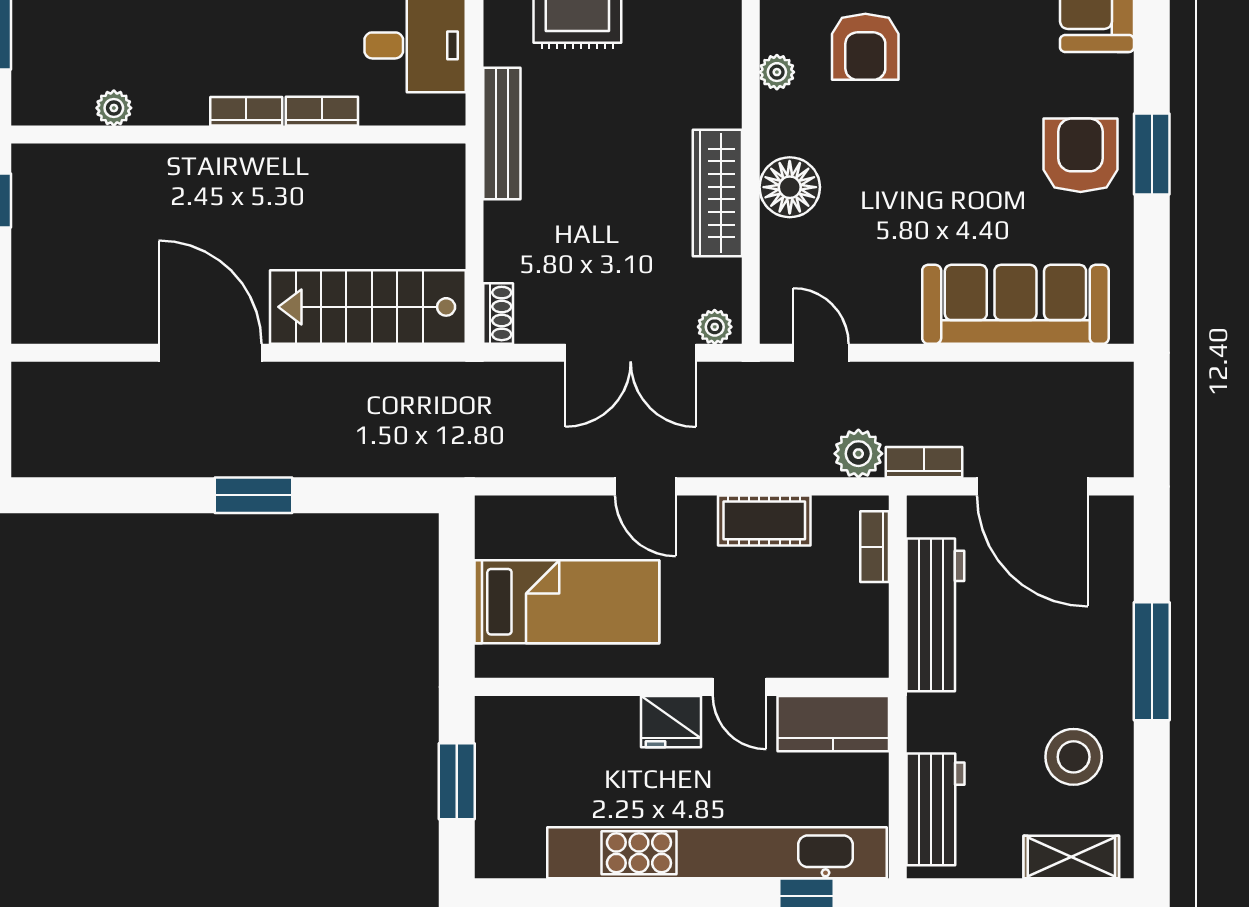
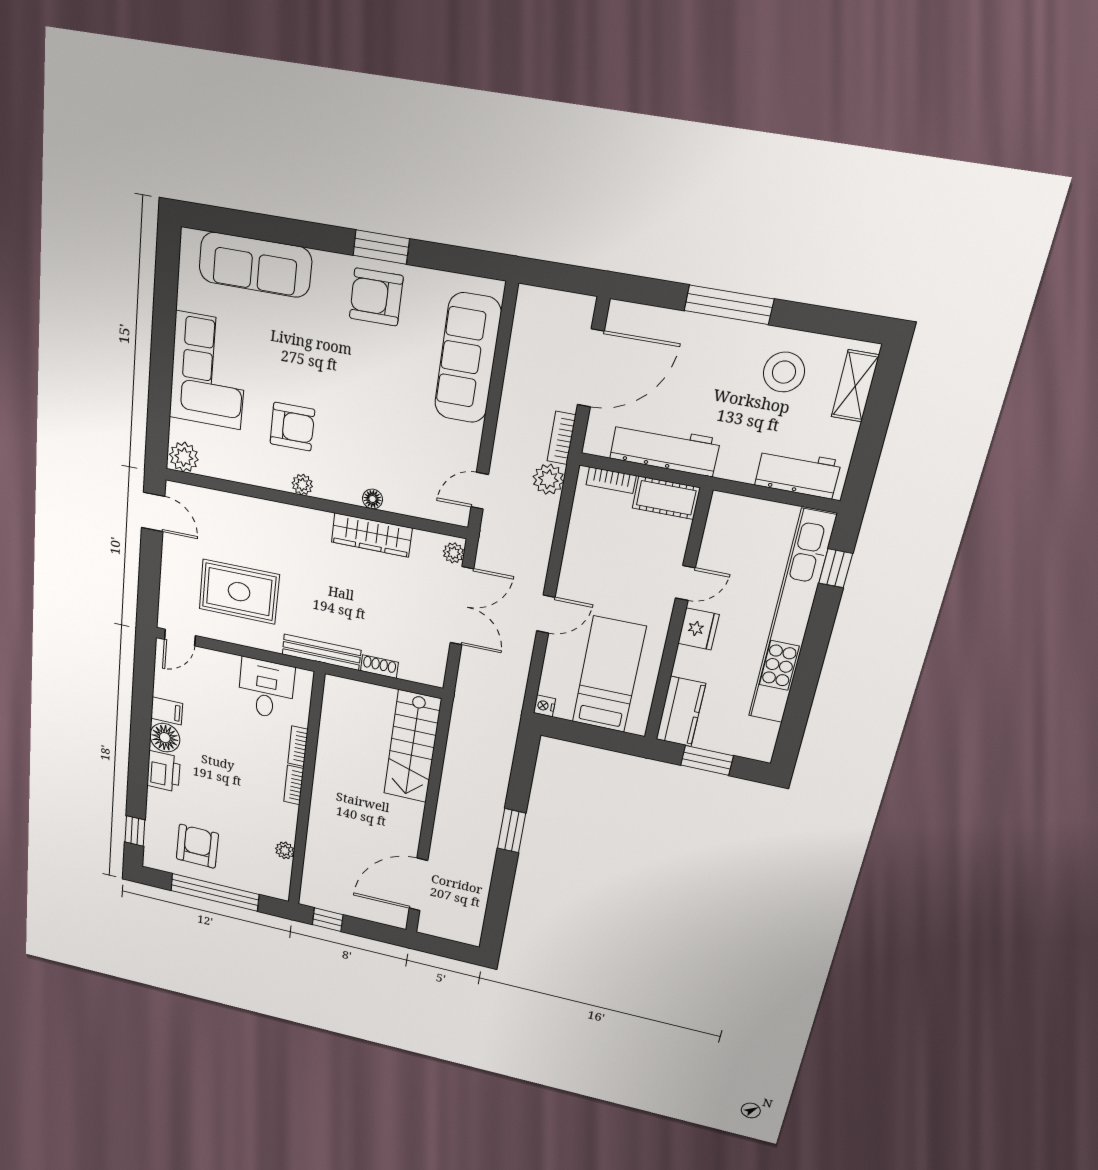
floor lamp: (790, 187) -> (372, 499), width x0.53, depth x0.53
shoe rack: (498, 313) -> (379, 667), moved
door: (210, 353) -> (418, 884), moved
nightstand: (491, 511) -> (544, 706), added
cot: (764, 520) -> (666, 498), moved, turned 90
kitchen counter: (833, 724) -> (681, 711), moved

